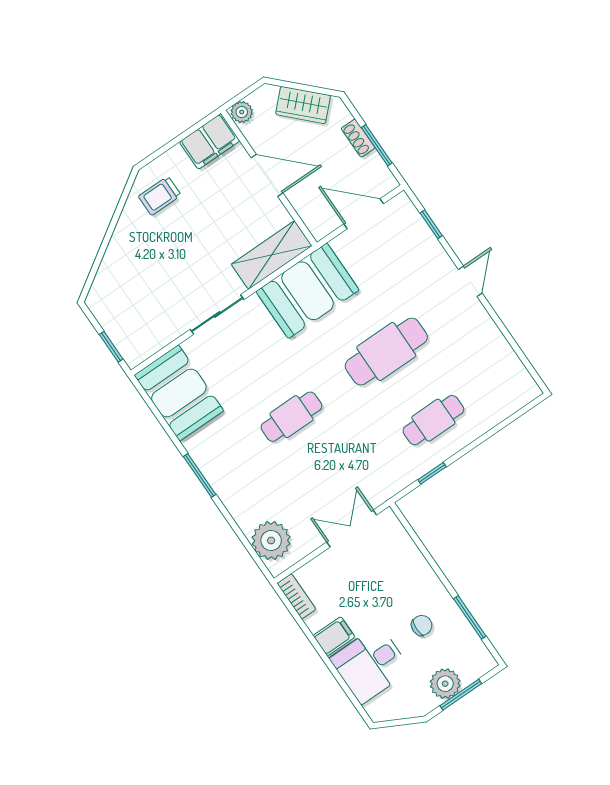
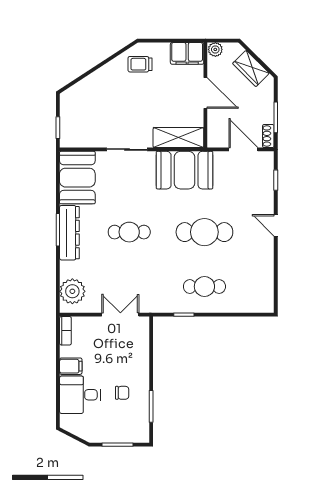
shoe rack: (358, 138) -> (268, 136), moved
door: (470, 281) -> (276, 225), swing flipped
dresser: (217, 469) -> (69, 233), added
plant: (445, 684) -> (113, 433), removed

